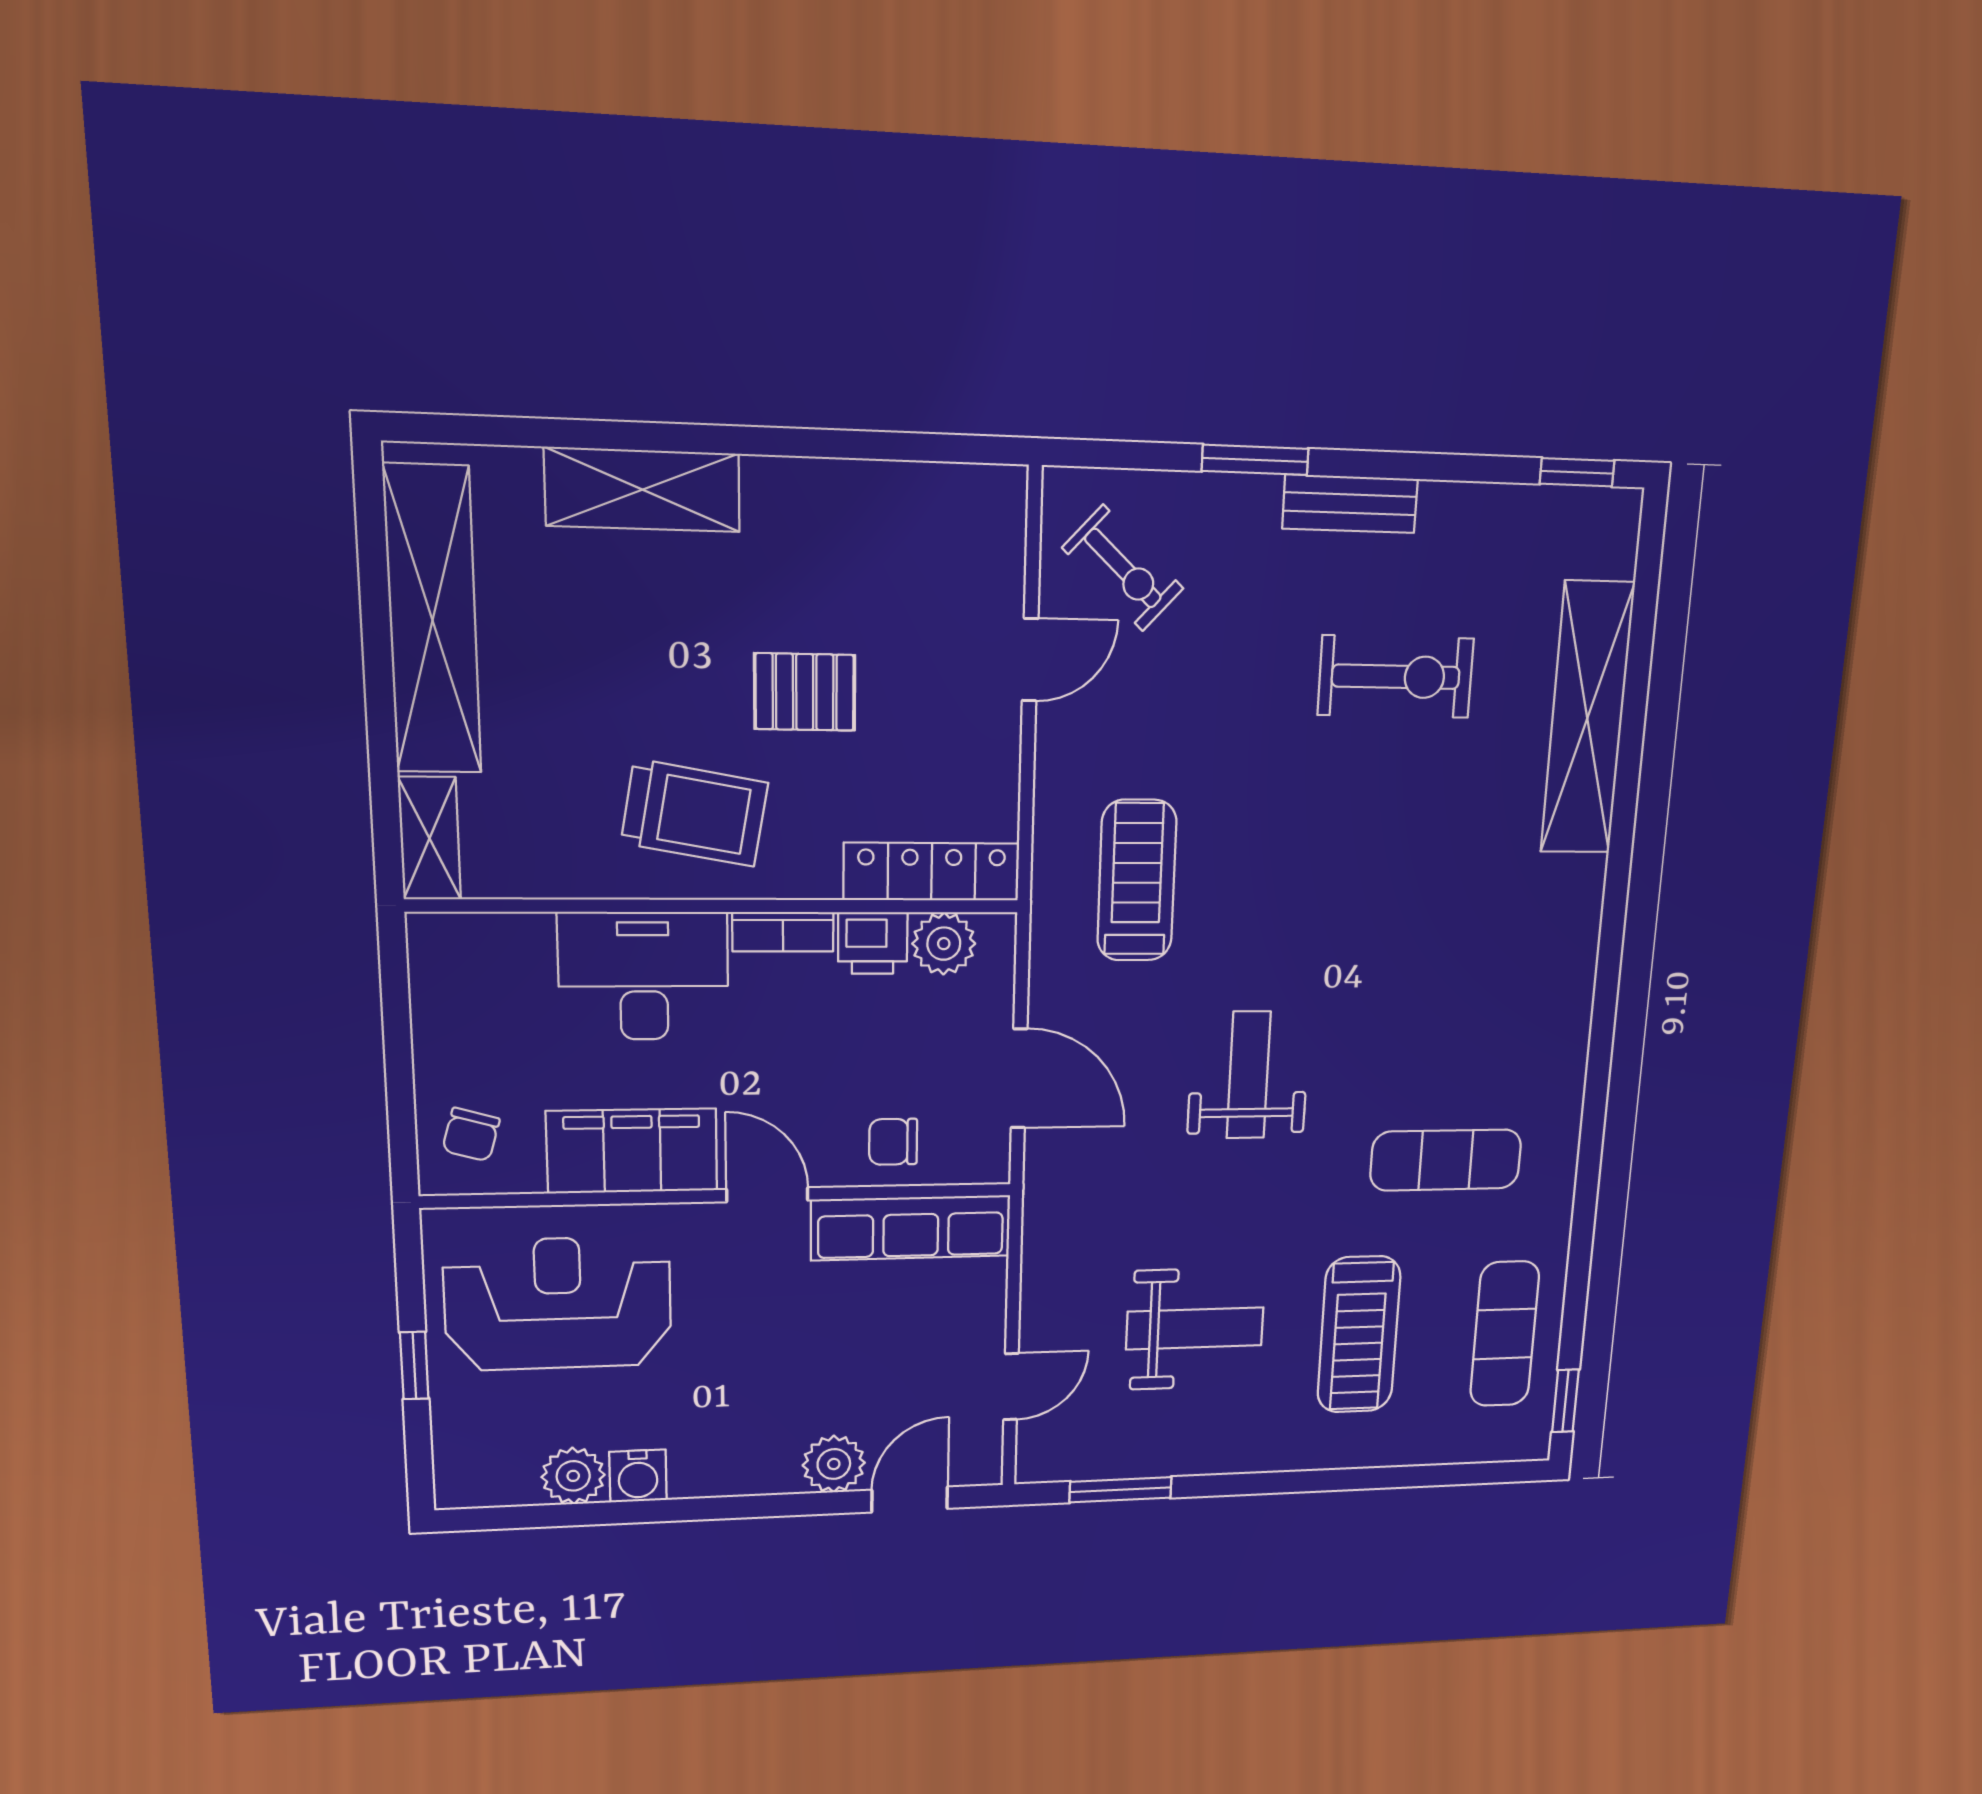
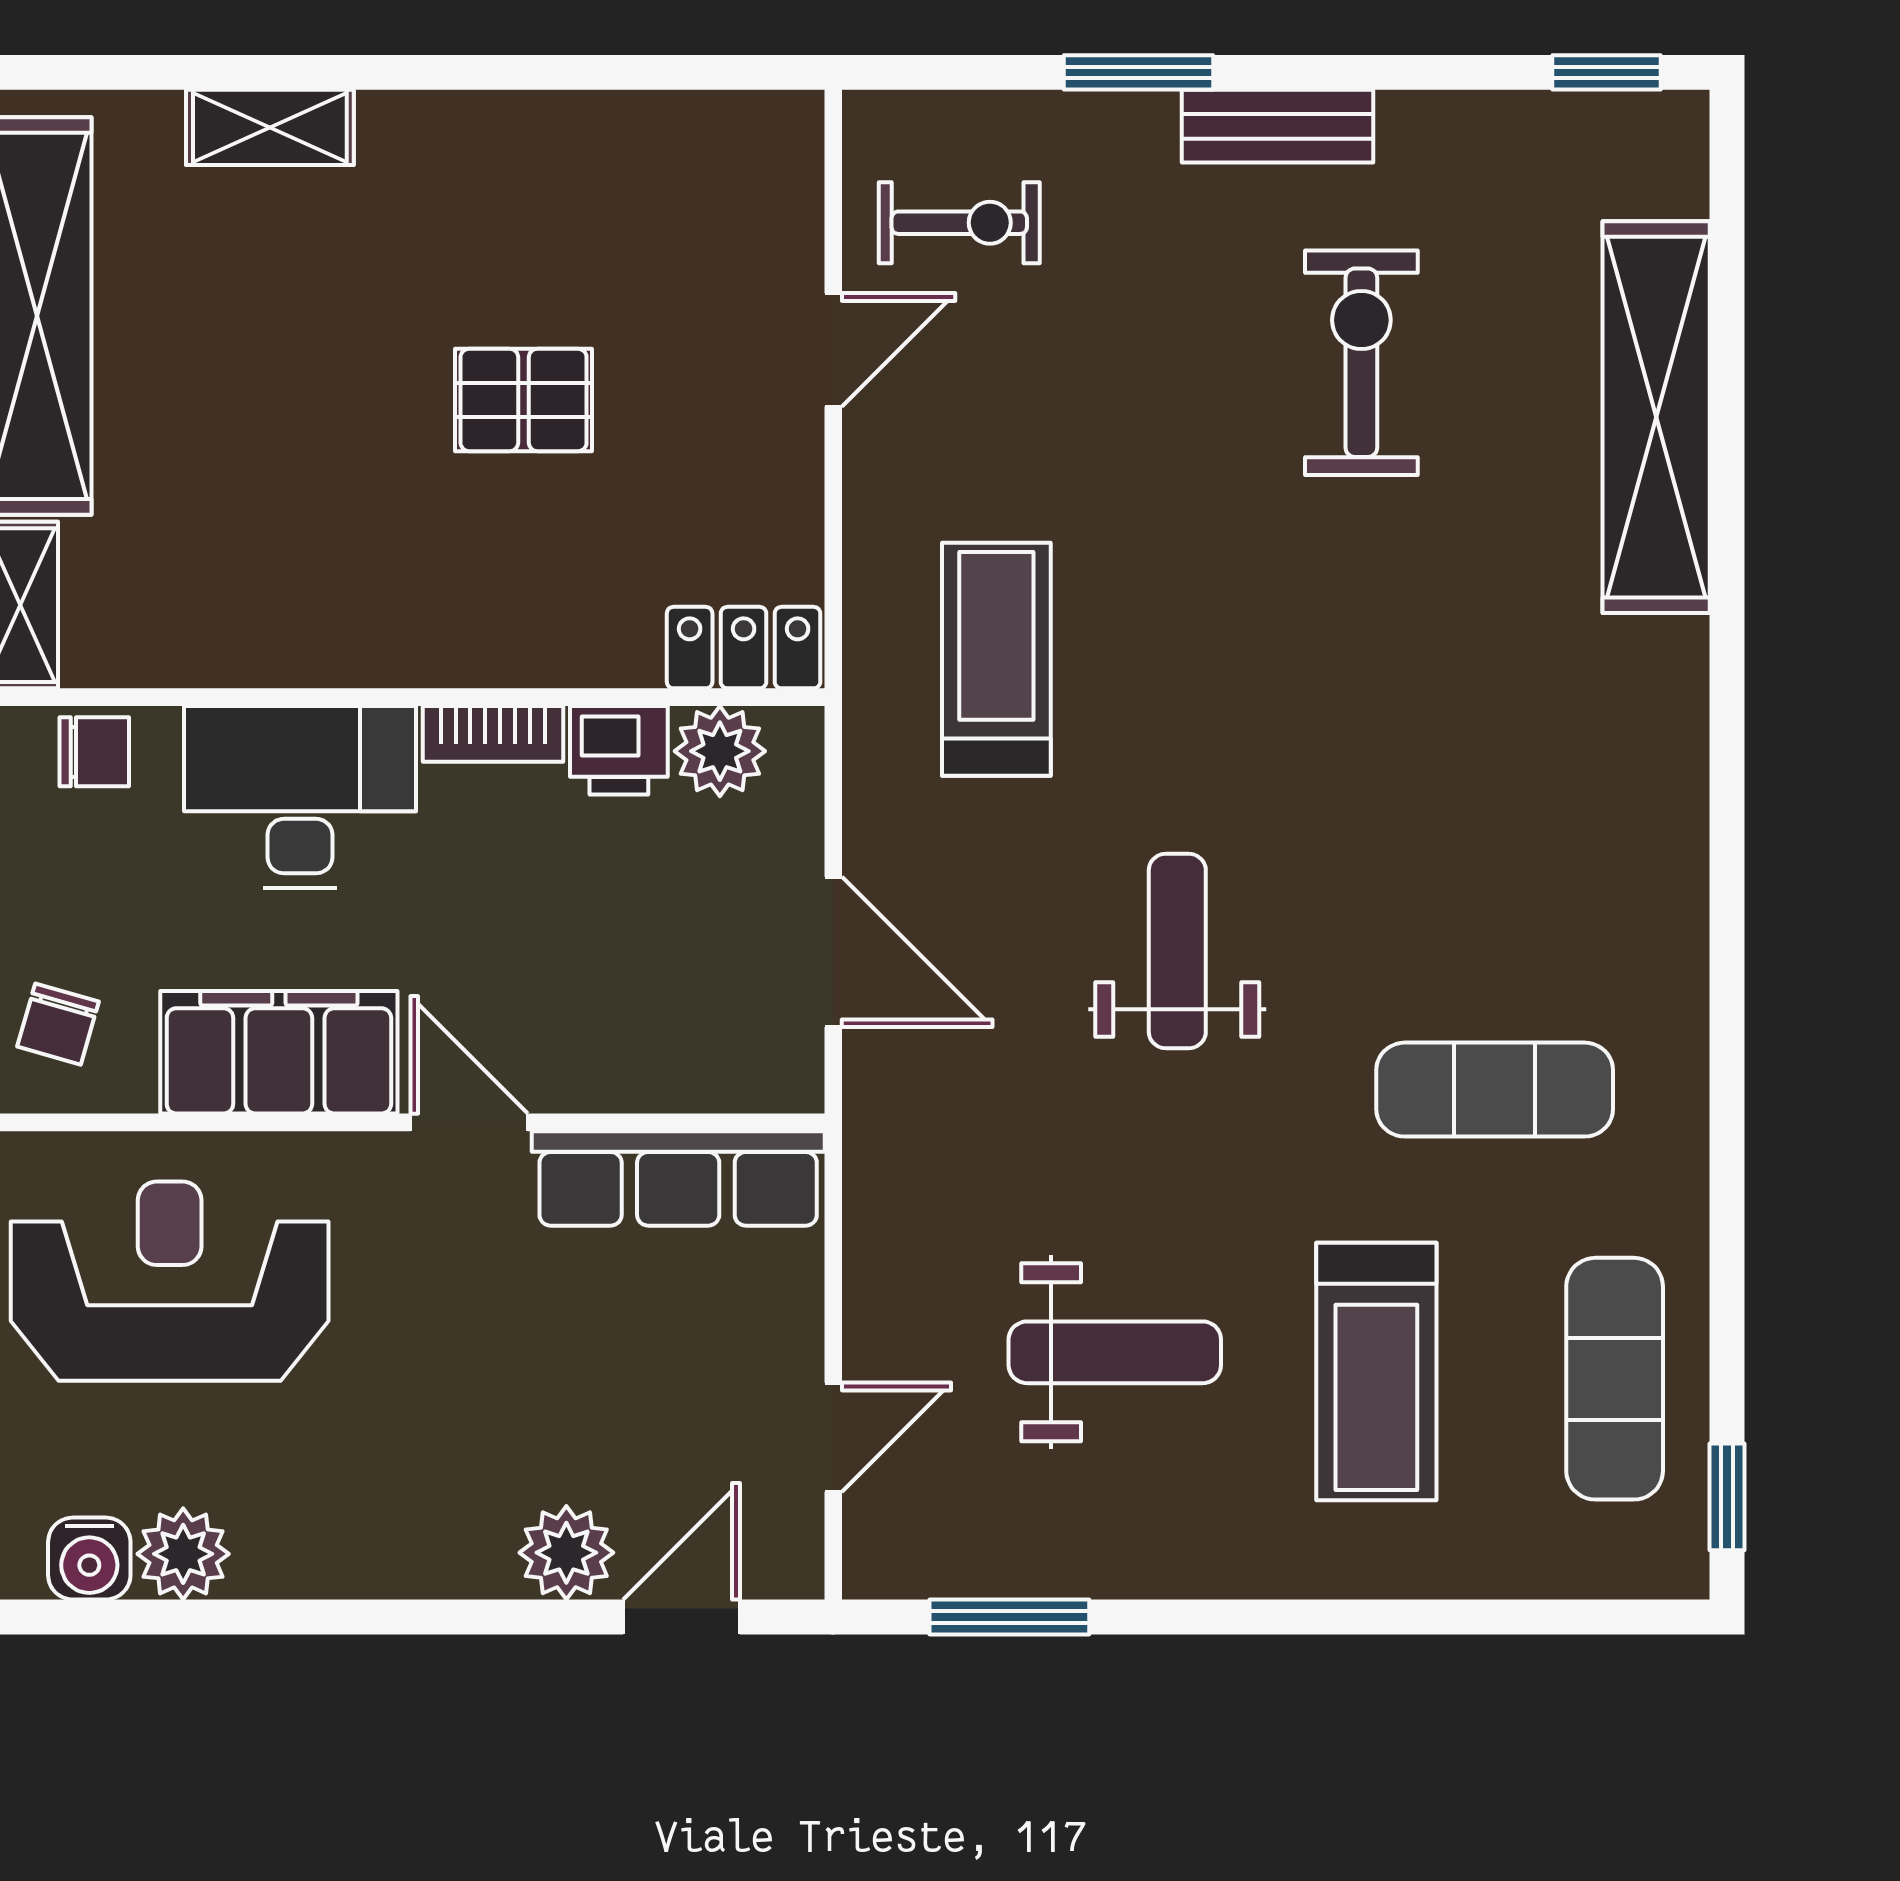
shelving: (643, 490) -> (270, 127), width x0.67, depth x0.75
exercise bike: (1123, 568) -> (959, 223), turned -43
exercise bike: (1396, 677) -> (1361, 363), turned -90
trolley: (695, 813) -> (373, 567), removed
locker: (932, 872) -> (744, 648), width x0.66
chair: (893, 1142) -> (94, 752), moved, turned 180
water cooler: (638, 1476) -> (89, 1559), moved

